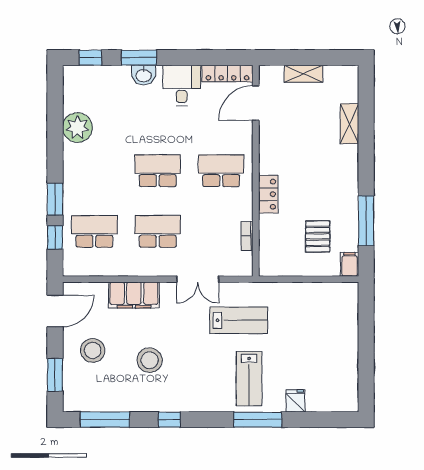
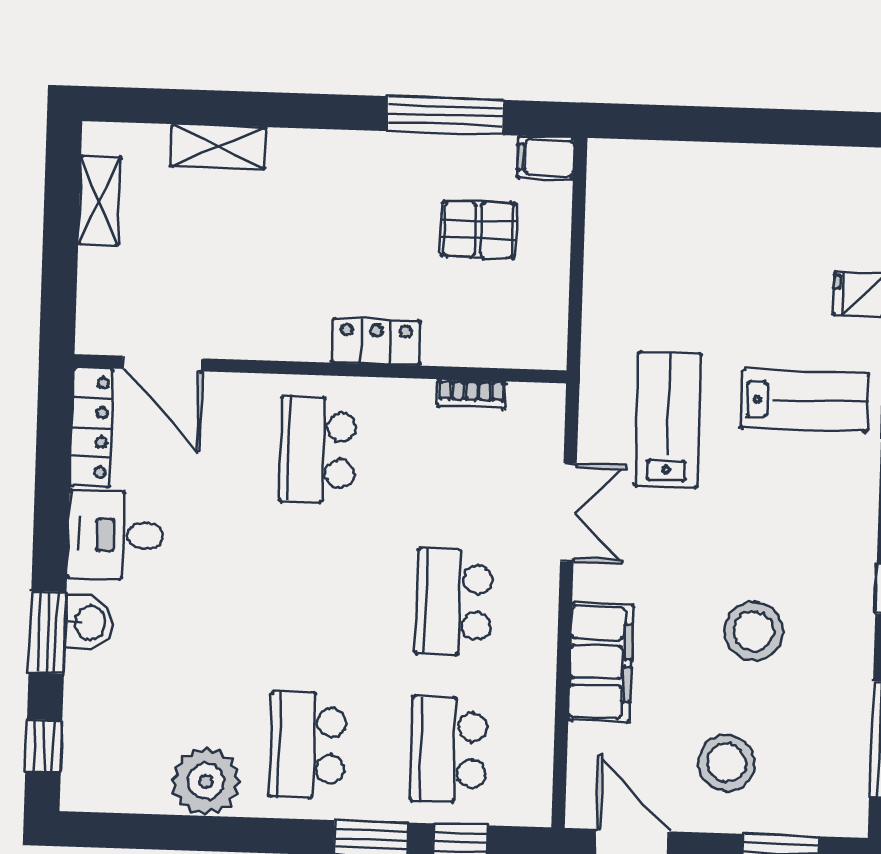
shelving: (303, 74) -> (99, 201), moved
school desk: (158, 171) -> (308, 745), moved

